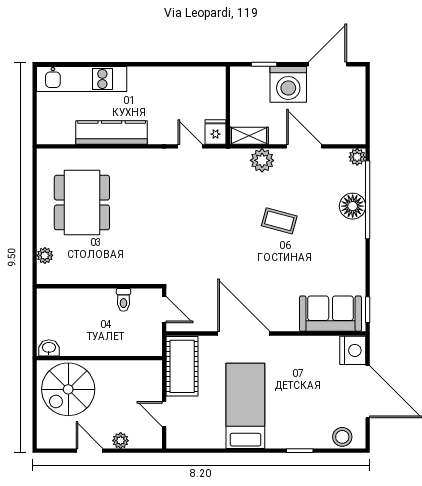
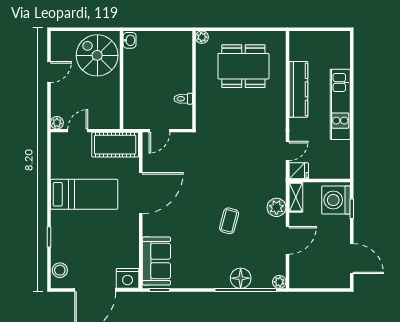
kitchen unit: (82, 79) -> (340, 104), moved
washing machine: (288, 84) -> (336, 200), moved
wall: (99, 286) -> (194, 80), moved
toilet: (123, 300) -> (183, 99), moved
plant: (121, 441) -> (57, 123), moved

